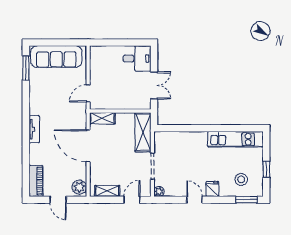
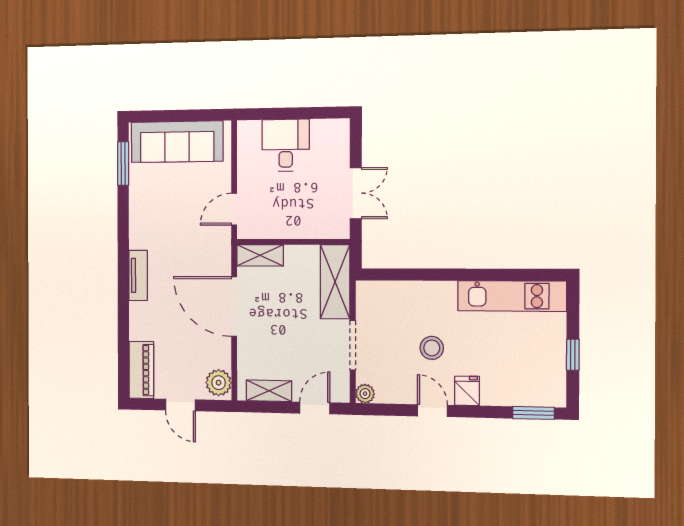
desk: (137, 58) -> (286, 145), moved, turned -90
stool: (241, 179) -> (432, 348), moved

